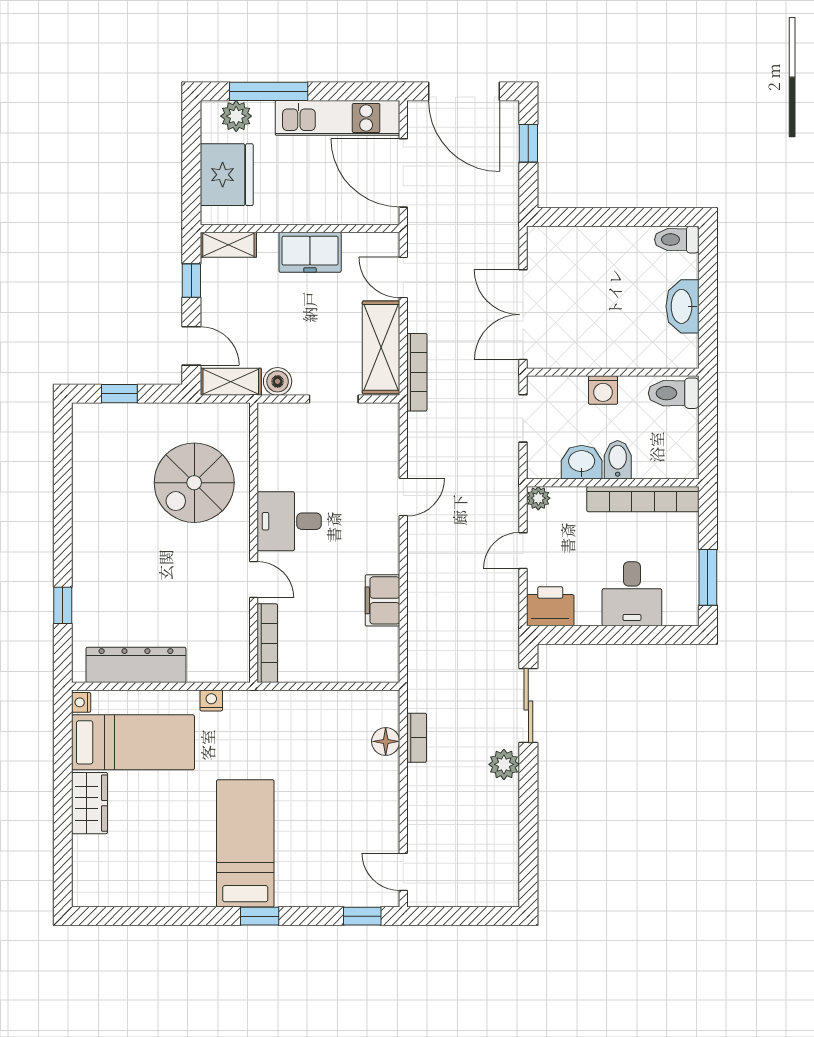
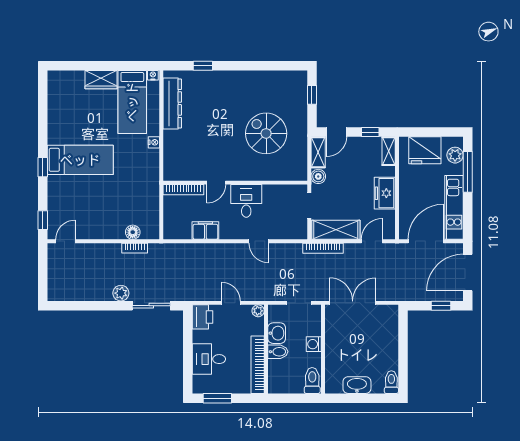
desk: (289, 521) -> (246, 201), moved
wall: (254, 543) -> (235, 183), moved
door: (254, 580) -> (216, 183), moved
bookcase: (267, 643) -> (183, 190), moved

